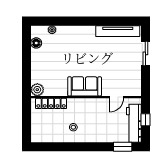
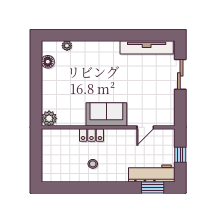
locker: (51, 103) -> (91, 135), moved, width x0.66
workbench: (134, 123) -> (152, 173), moved, turned 90

